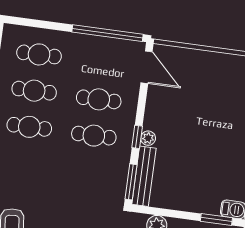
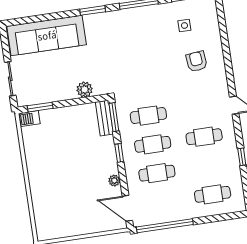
cafe table: (34, 91) -> (148, 116), moved
plant: (148, 138) -> (114, 181), moved
bench: (144, 176) -> (104, 118), width x0.73

